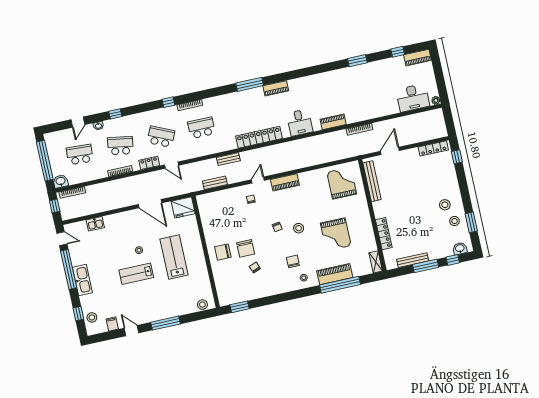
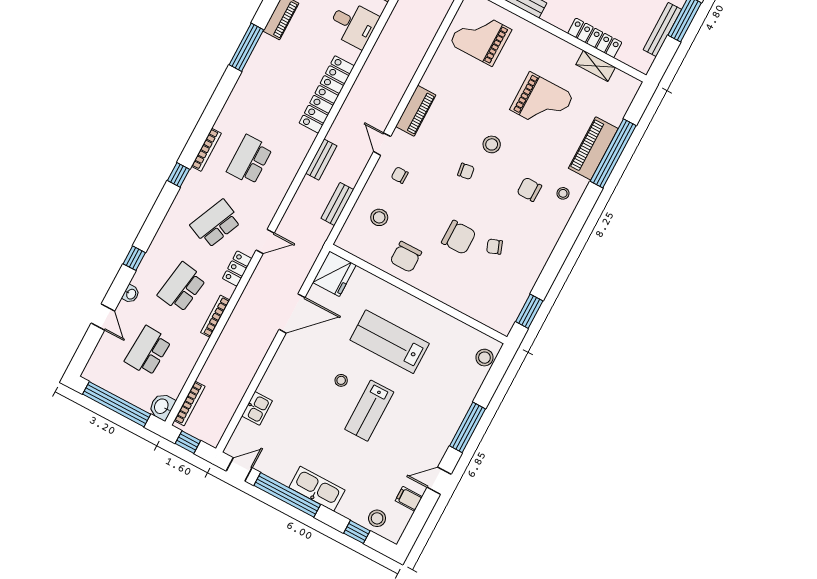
stool: (225, 206) -> (379, 217), added
chair: (223, 252) -> (406, 257), moved
shelving: (376, 262) -> (596, 66), moved

